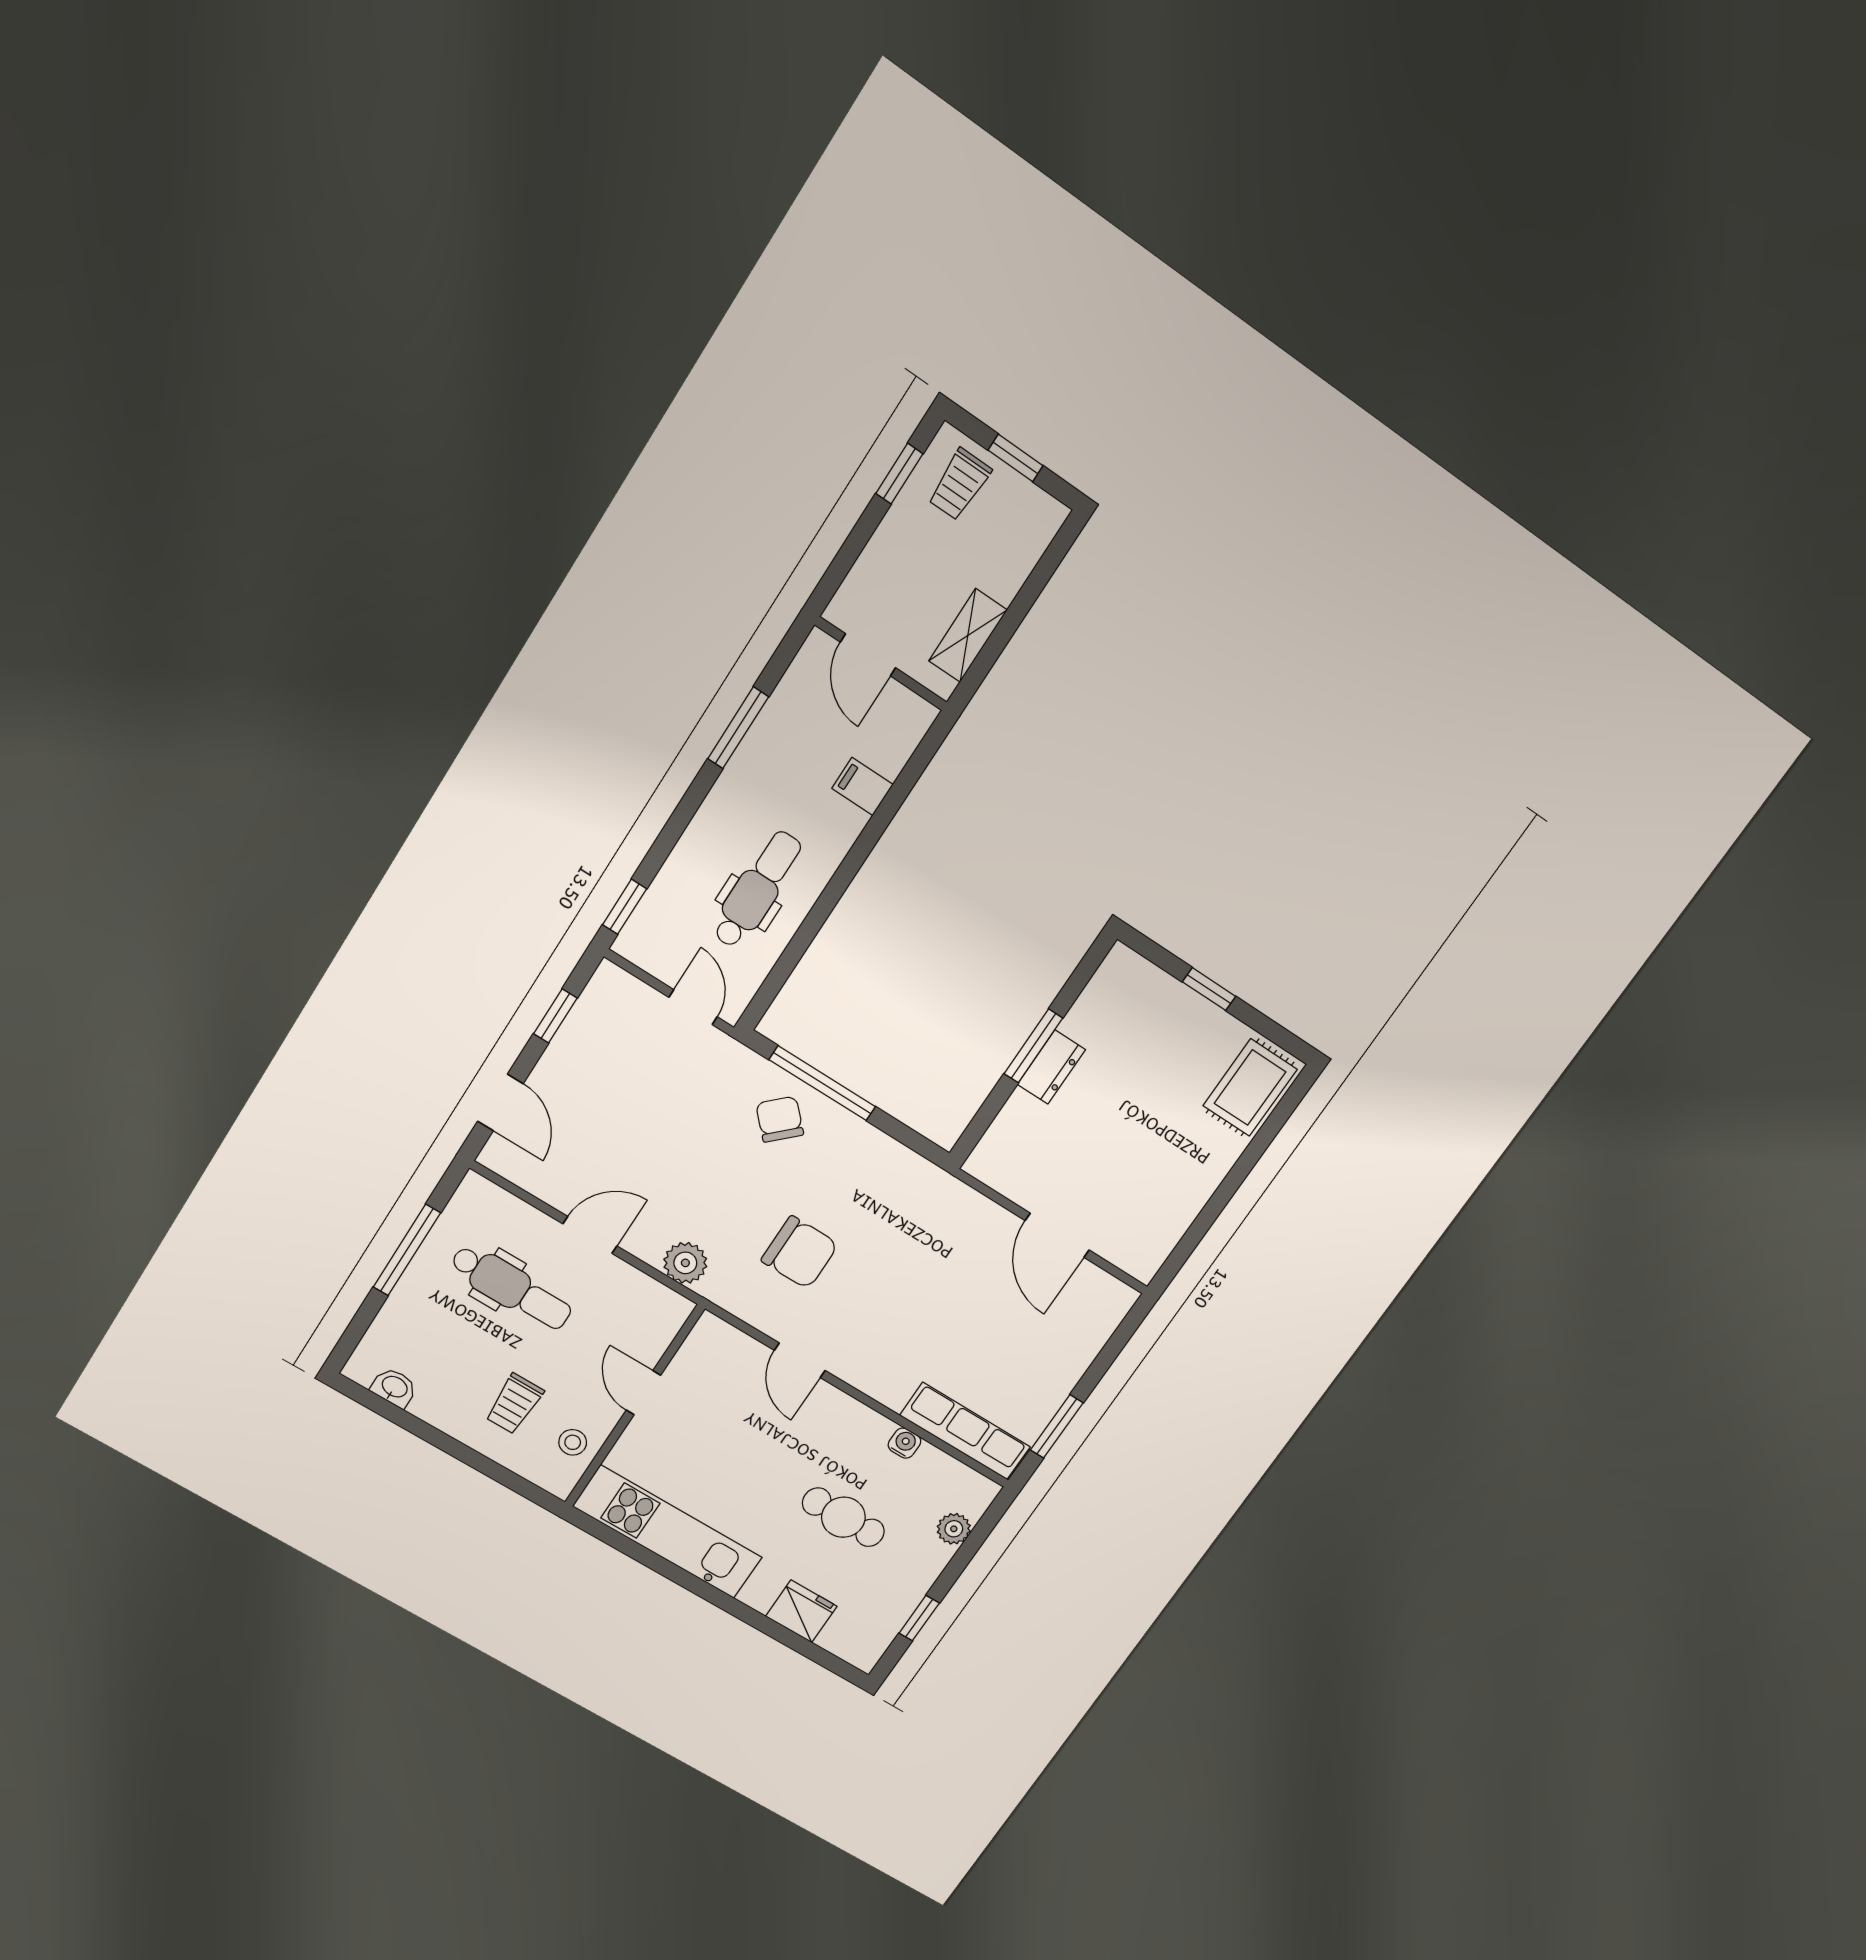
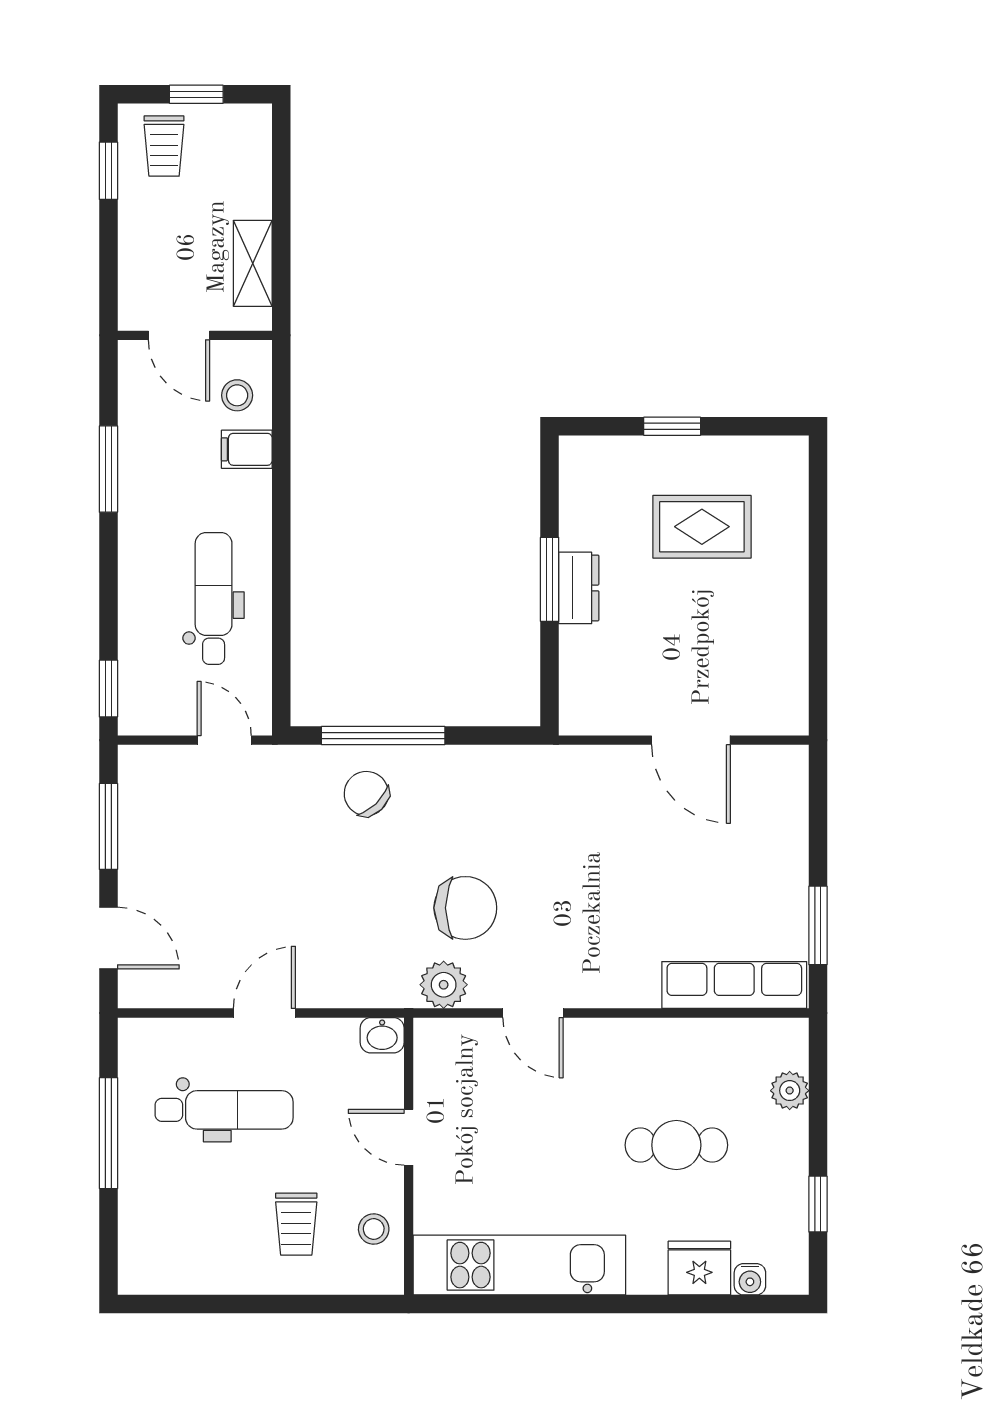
stool: (883, 737) -> (237, 395), added
window: (555, 1016) -> (108, 826), width x1.50
rug: (1250, 1088) -> (702, 527), moved, turned 90
plant: (685, 1263) -> (444, 985), moved
washbasin: (394, 1387) -> (382, 1035), moved, turned 180
water cooler: (904, 1443) -> (750, 1279), moved, turned 180

